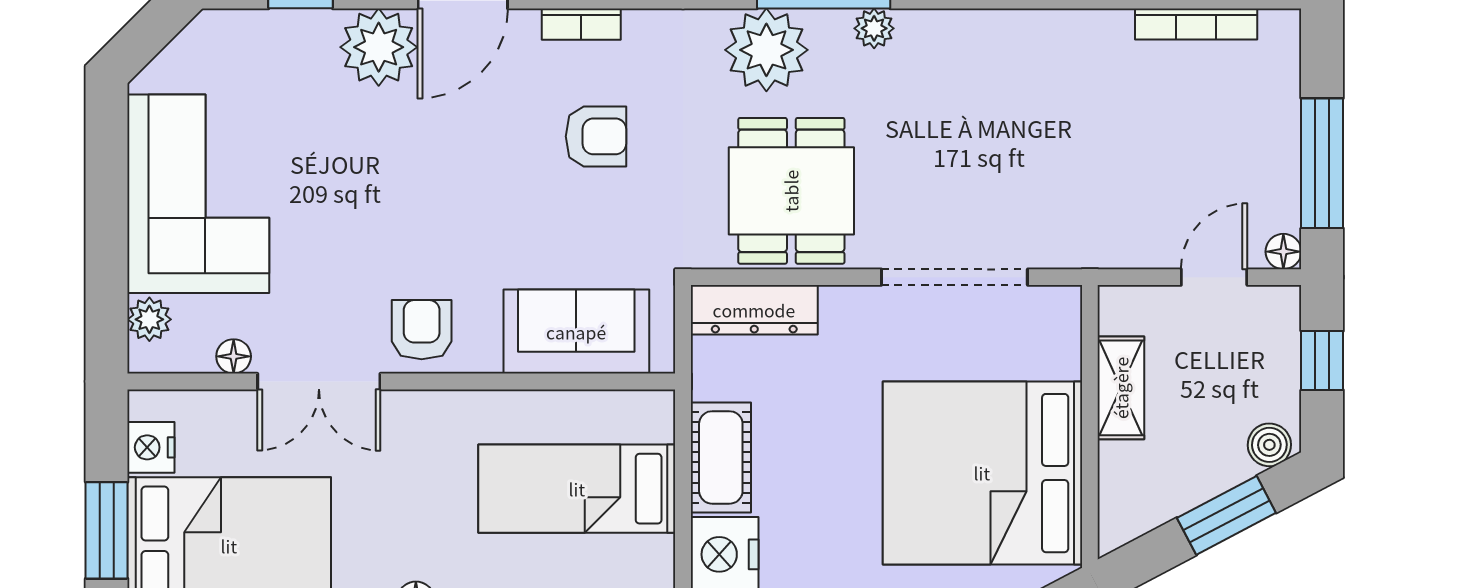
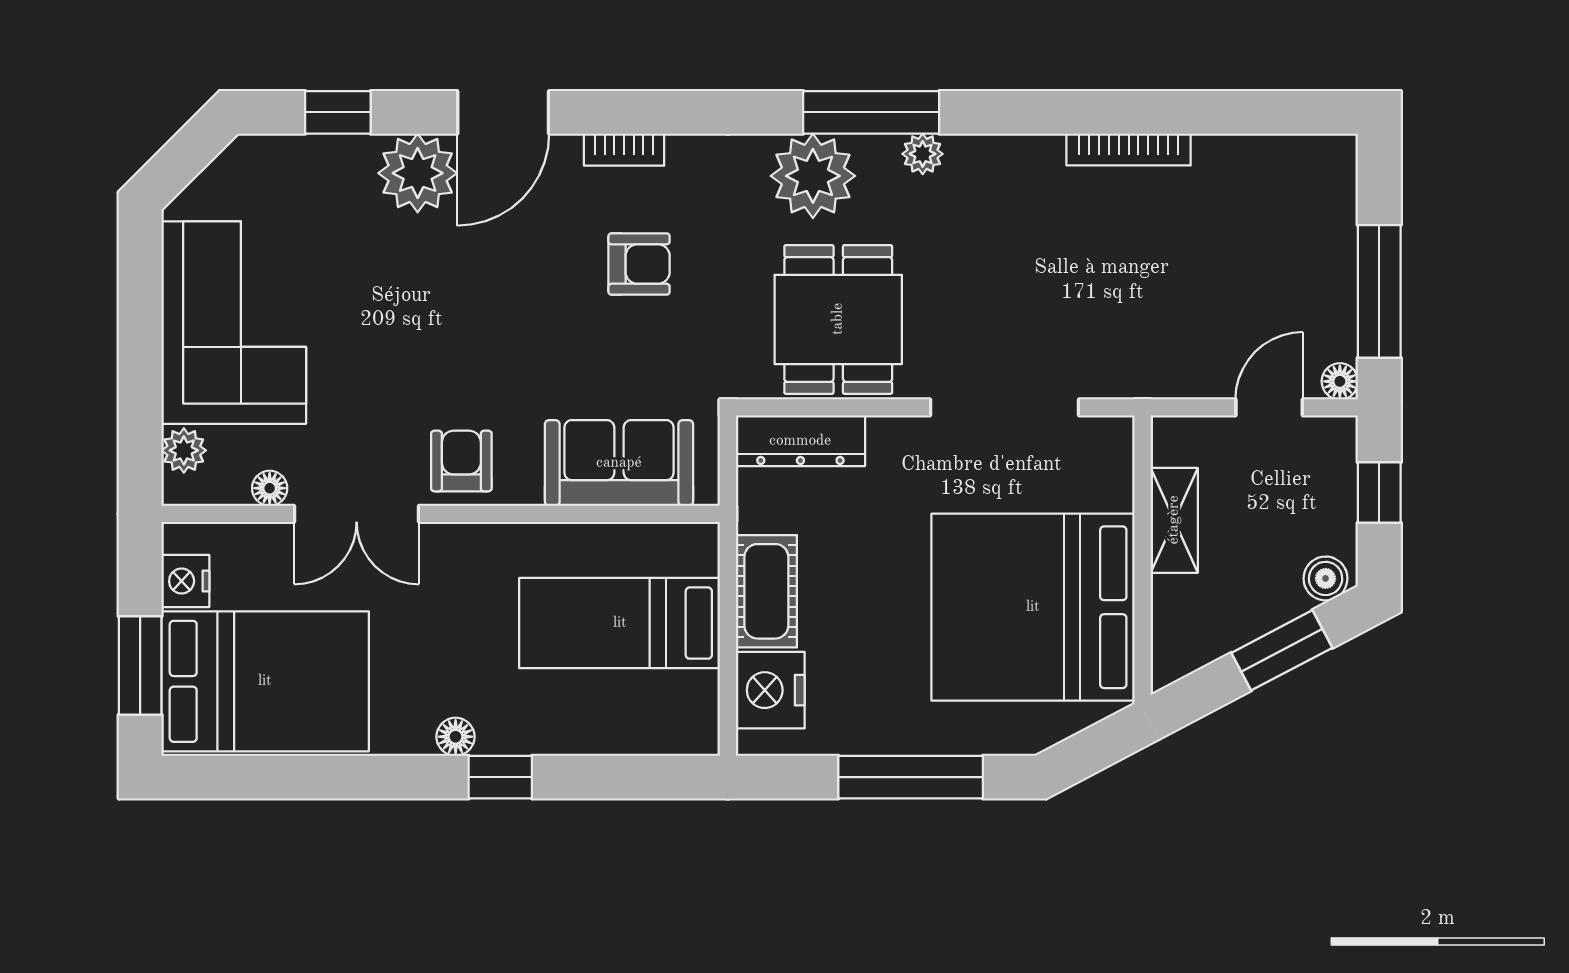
bookcase: (1196, 24) -> (1129, 150), moved

